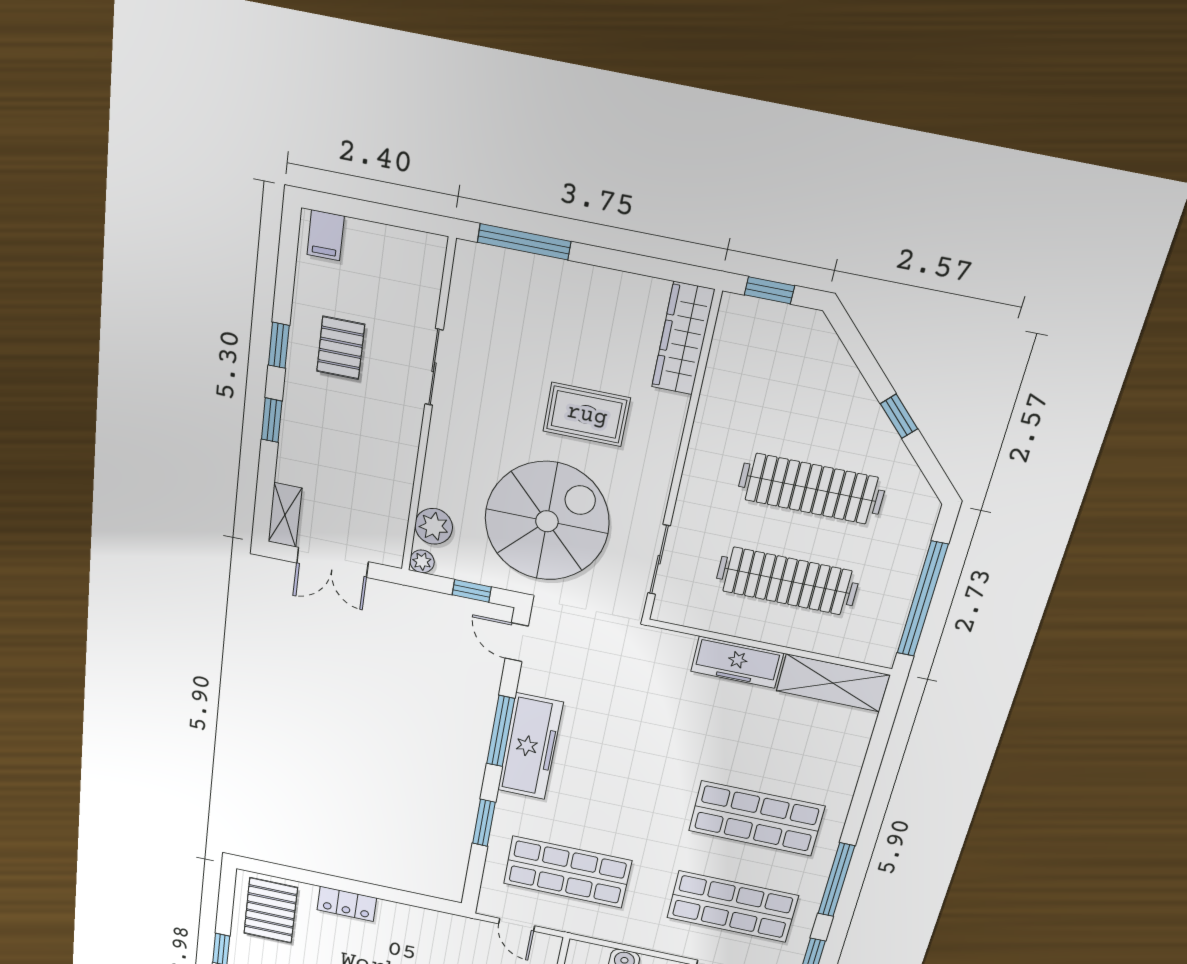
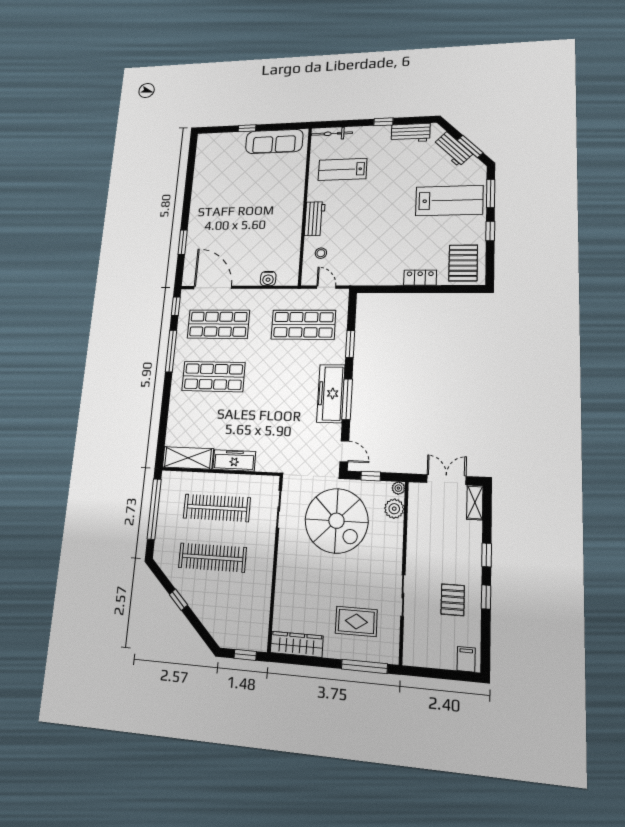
wardrobe: (683, 339) -> (297, 644), moved, turned -90
rug: (587, 415) -> (356, 621), moved
spiral stairs: (547, 521) -> (336, 521), turned -90

